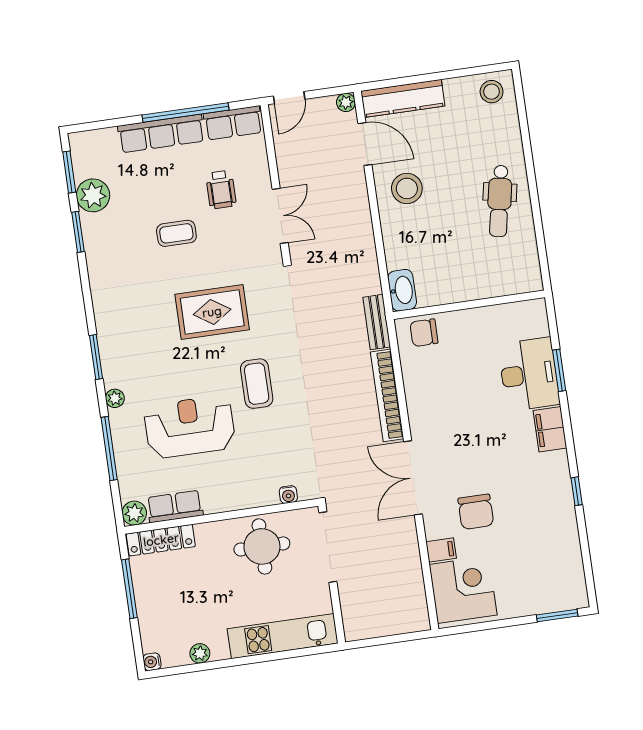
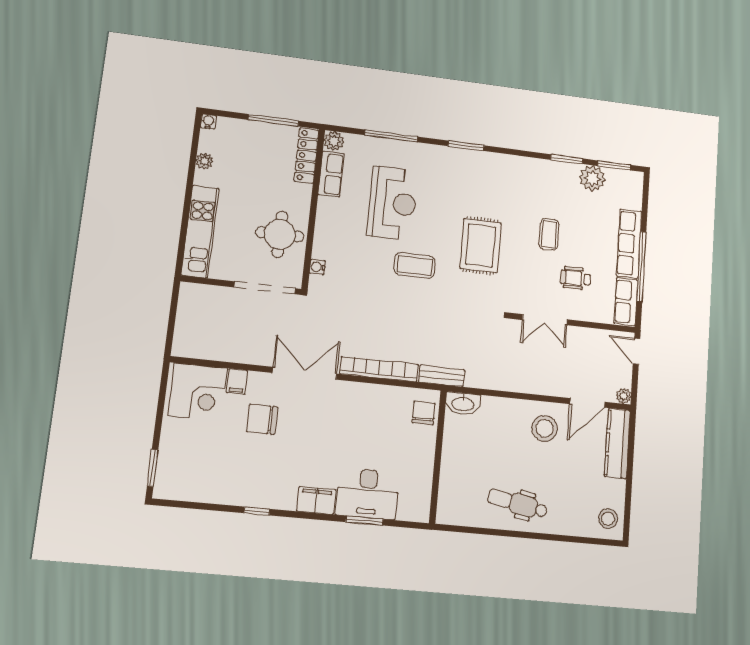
plant: (115, 398) -> (430, 151), removed

